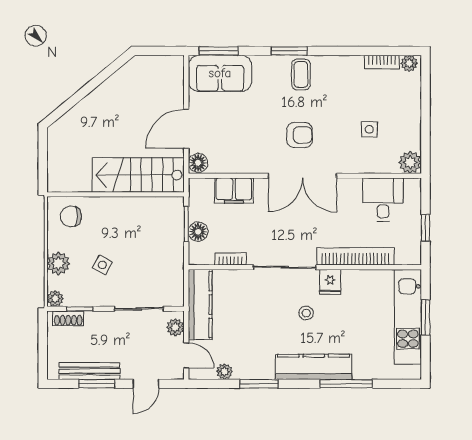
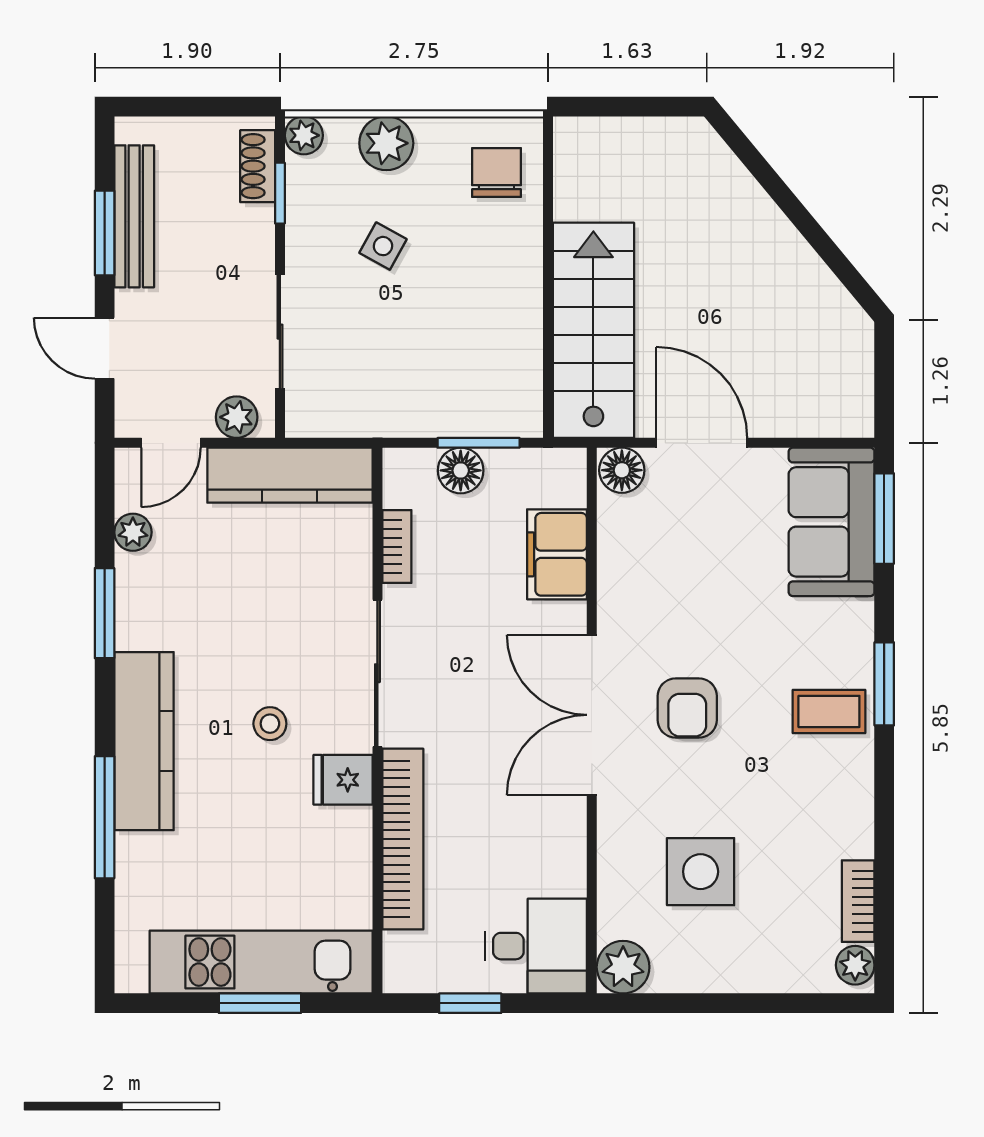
side table: (369, 129) -> (701, 872), width x1.87, depth x1.87
desk: (383, 200) -> (536, 946), moved

